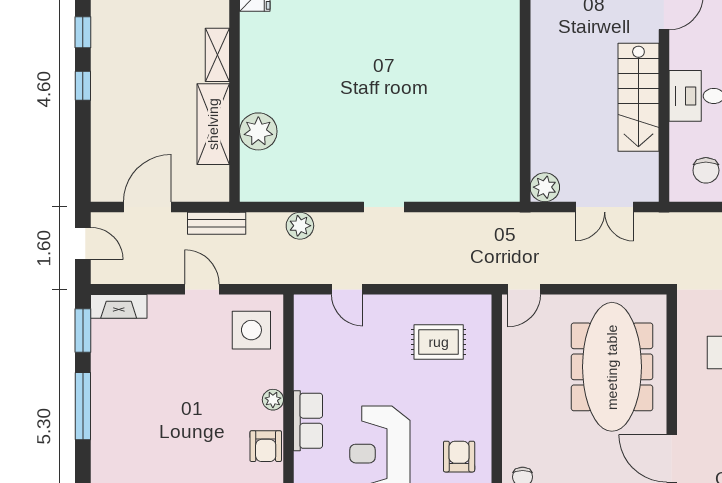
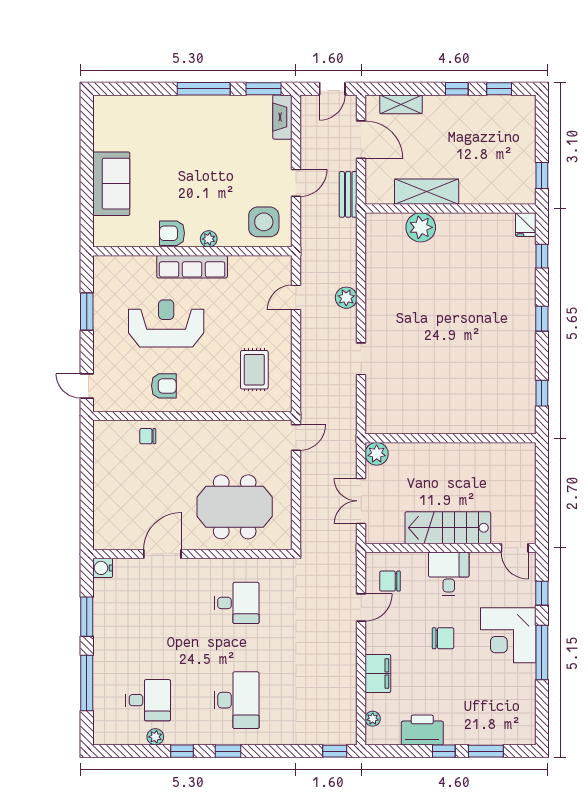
shelving: (217, 55) -> (401, 104), moved
doorway: (384, 207) -> (361, 359), moved
plant: (300, 226) -> (346, 298), moved
door: (524, 289) -> (296, 437), swing flipped
meeting table: (612, 367) -> (235, 507), width x0.73
row of seats: (308, 421) -> (192, 267), width x1.48

